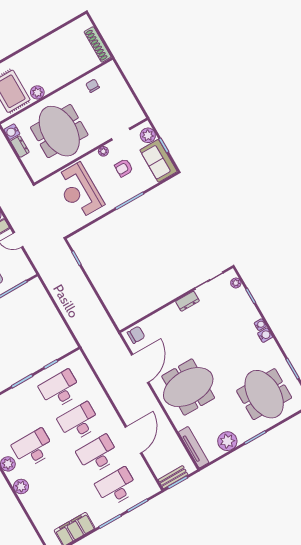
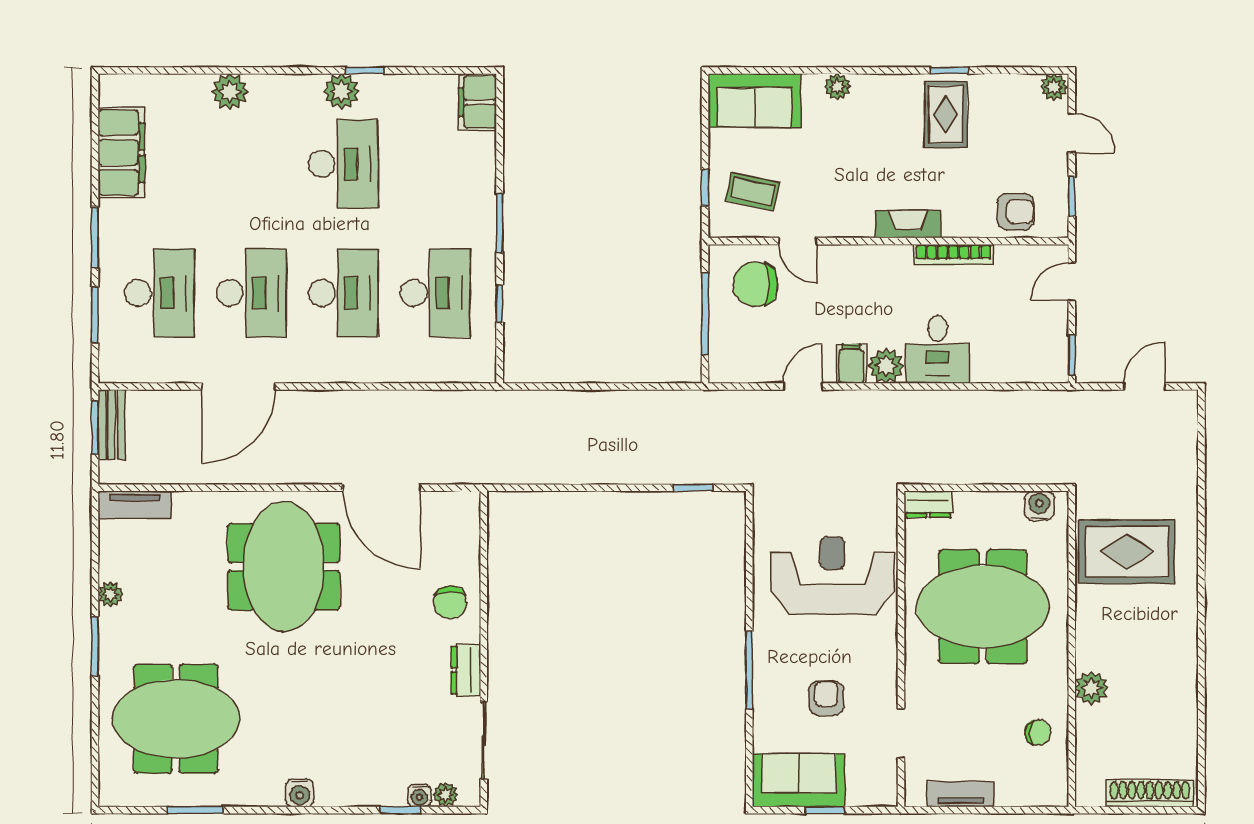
shoe rack: (98, 44) -> (1150, 793), moved
plant: (37, 92) -> (1091, 688), moved
tv unit: (130, 101) -> (961, 794), added
plant: (148, 135) -> (866, 789), removed
dresser: (20, 147) -> (928, 504), moved
plant: (103, 151) -> (886, 675), removed
water cooler: (260, 325) -> (419, 796), moved
chair: (136, 335) -> (450, 602), moved
door: (134, 440) -> (239, 387), hinge flipped
plant: (227, 441) -> (111, 594), width x0.53, depth x0.53
tv unit: (194, 447) -> (135, 505), width x0.71
plant: (21, 486) -> (230, 92), moved

